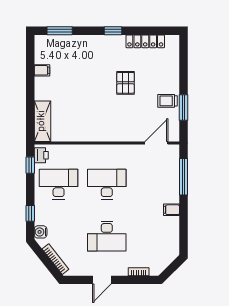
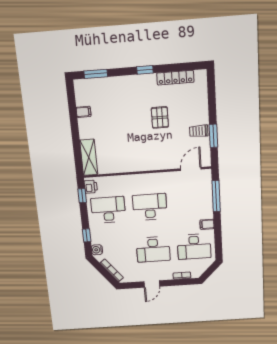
desk: (155, 236) -> (194, 247), added

